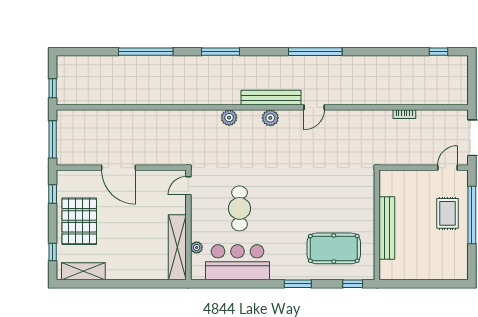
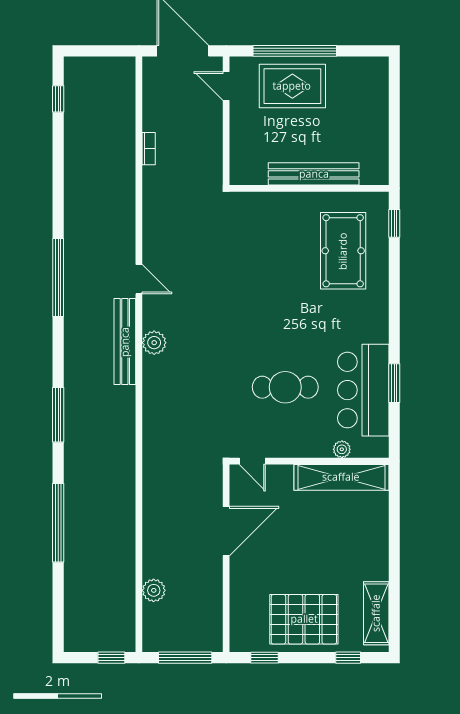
plant: (229, 118) -> (154, 590), moved
door: (119, 168) -> (226, 531), moved
rug: (448, 213) -> (292, 86), width x1.36, depth x1.43
window: (298, 284) -> (394, 383), moved

